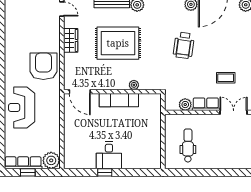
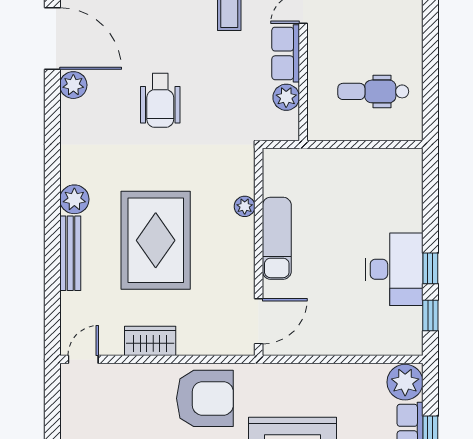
wheelchair: (184, 45) -> (160, 100), turned 82
armchair: (43, 66) -> (205, 398), turned 180
desk: (109, 155) -> (394, 269), width x1.37
window: (83, 172) -> (430, 315), added

